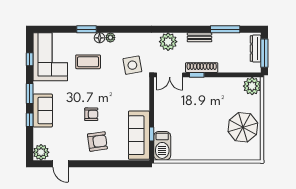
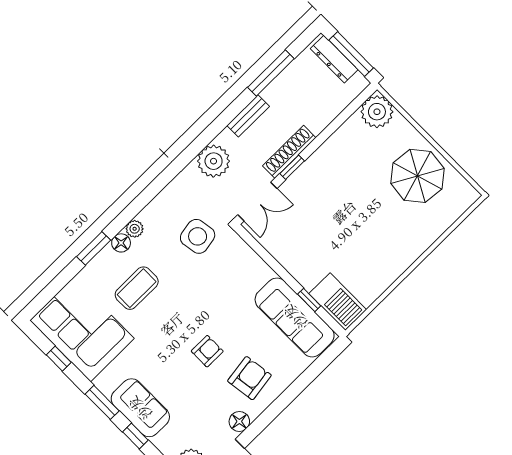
floor lamp: (76, 155) -> (239, 421), added

